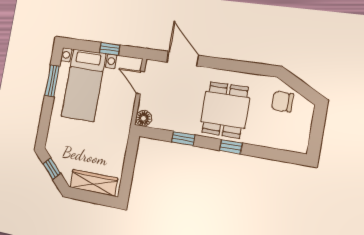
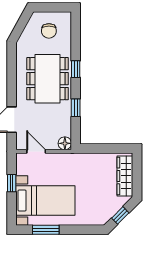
door: (140, 83) -> (36, 151), swing flipped
chair: (283, 102) -> (49, 31), moved
dining table: (225, 110) -> (48, 79), width x1.37

